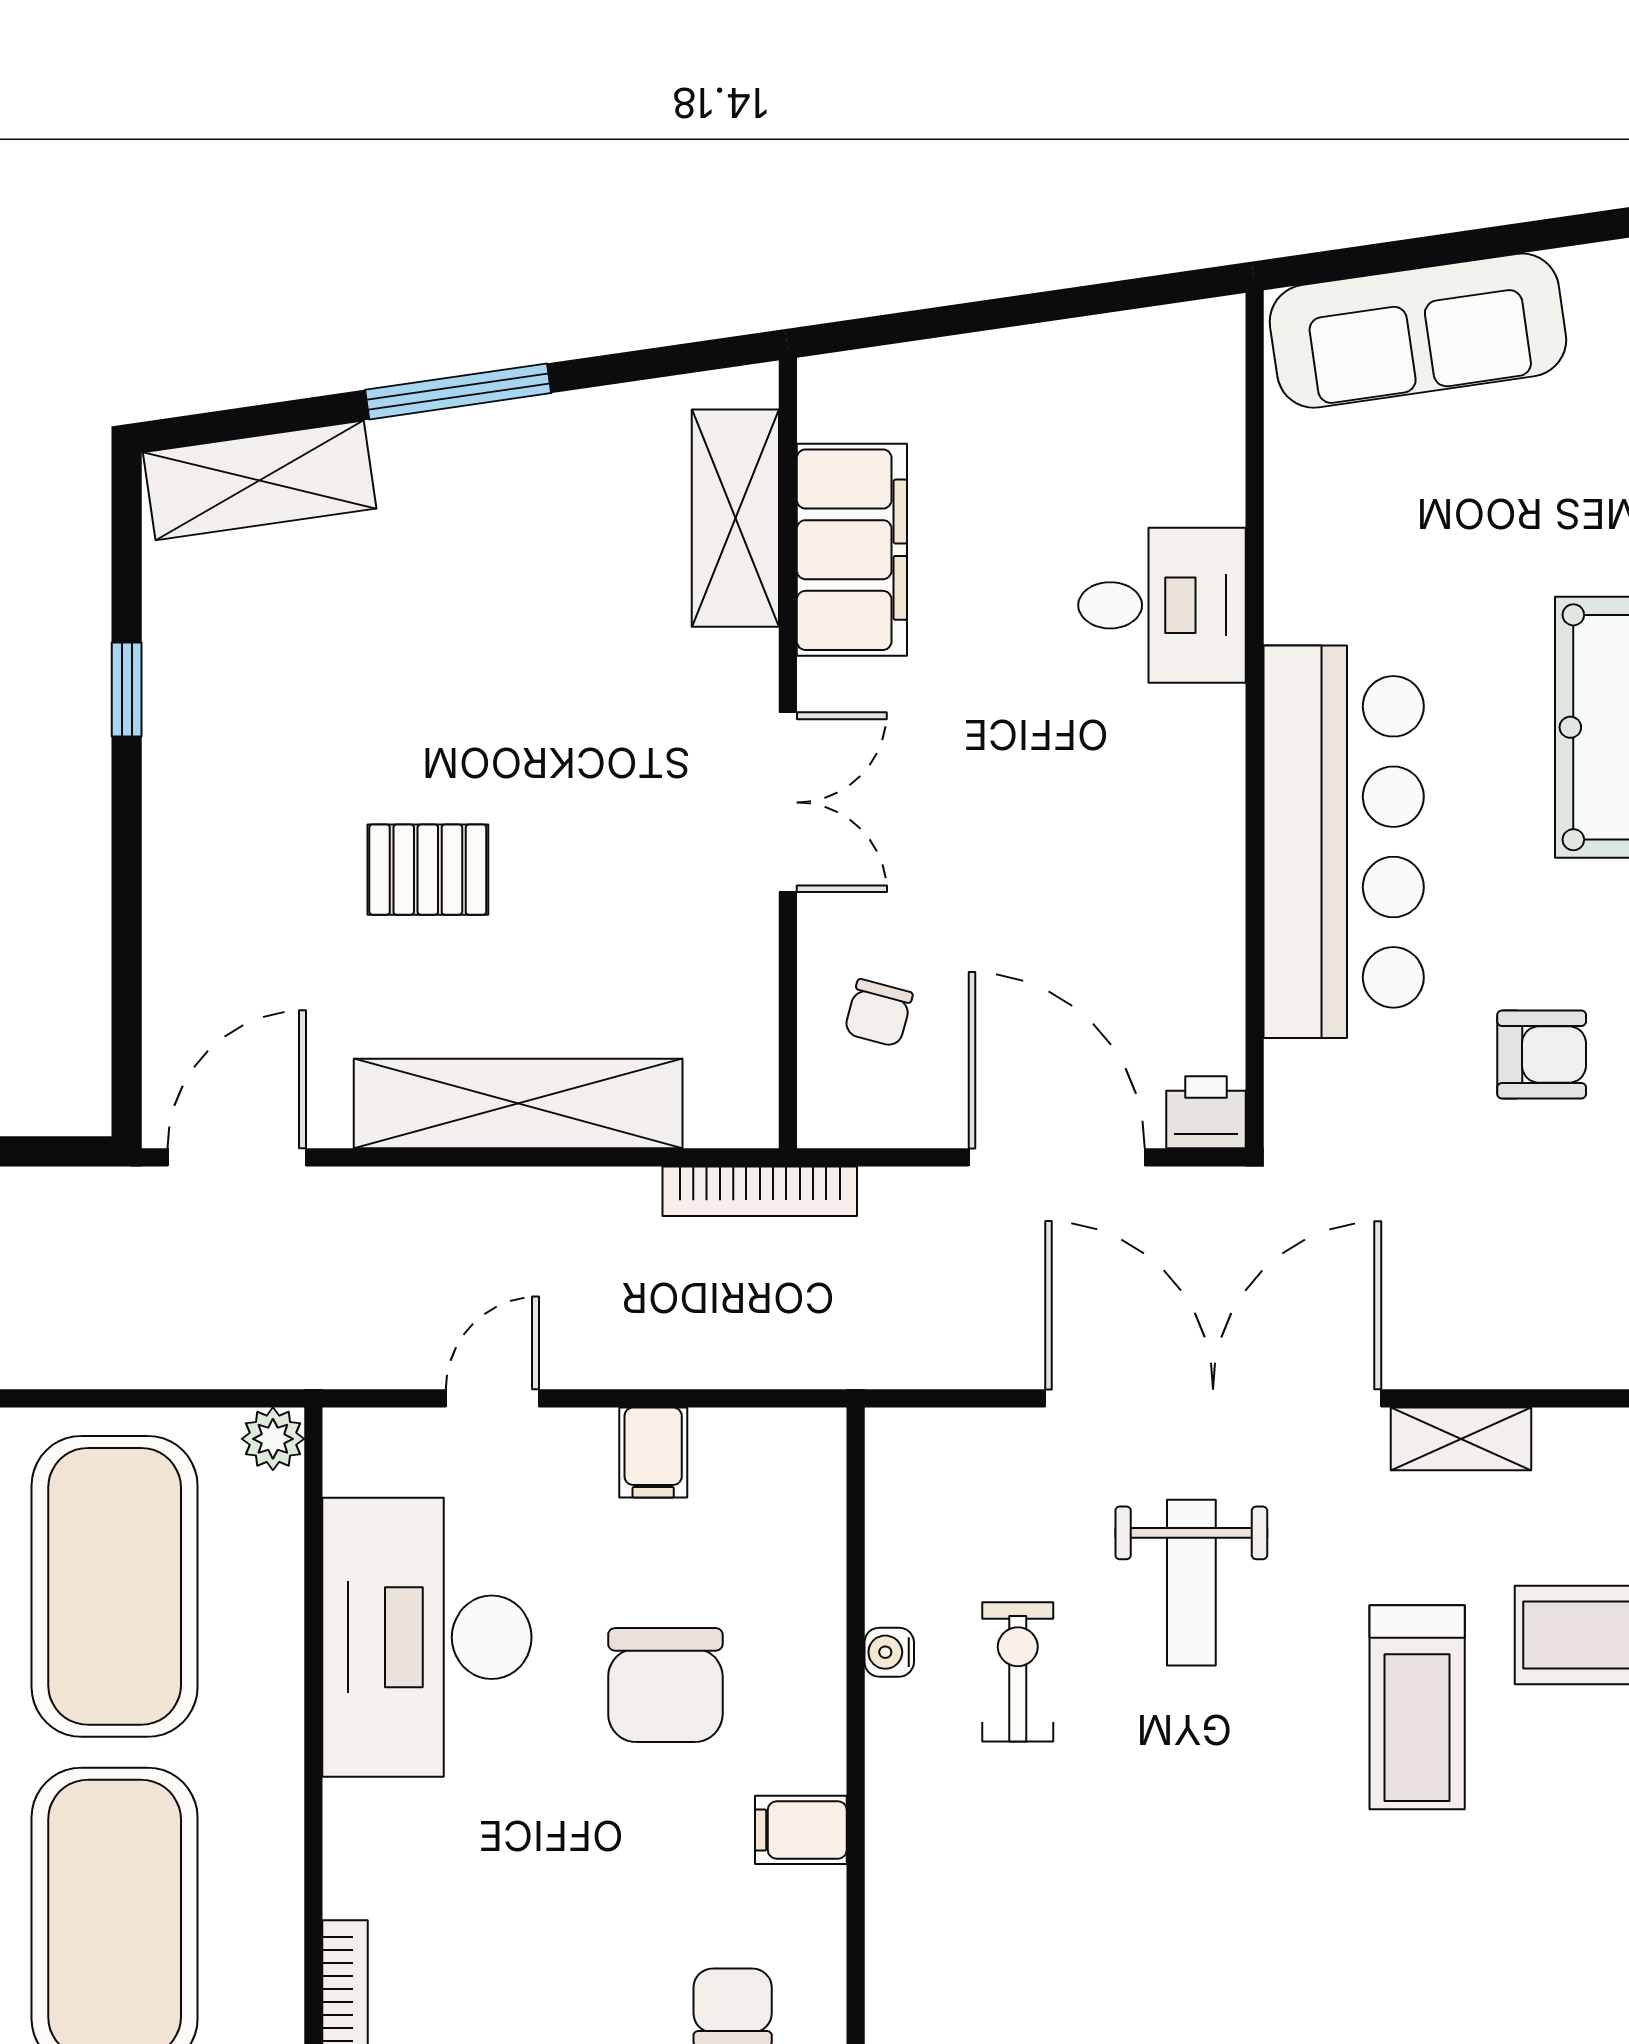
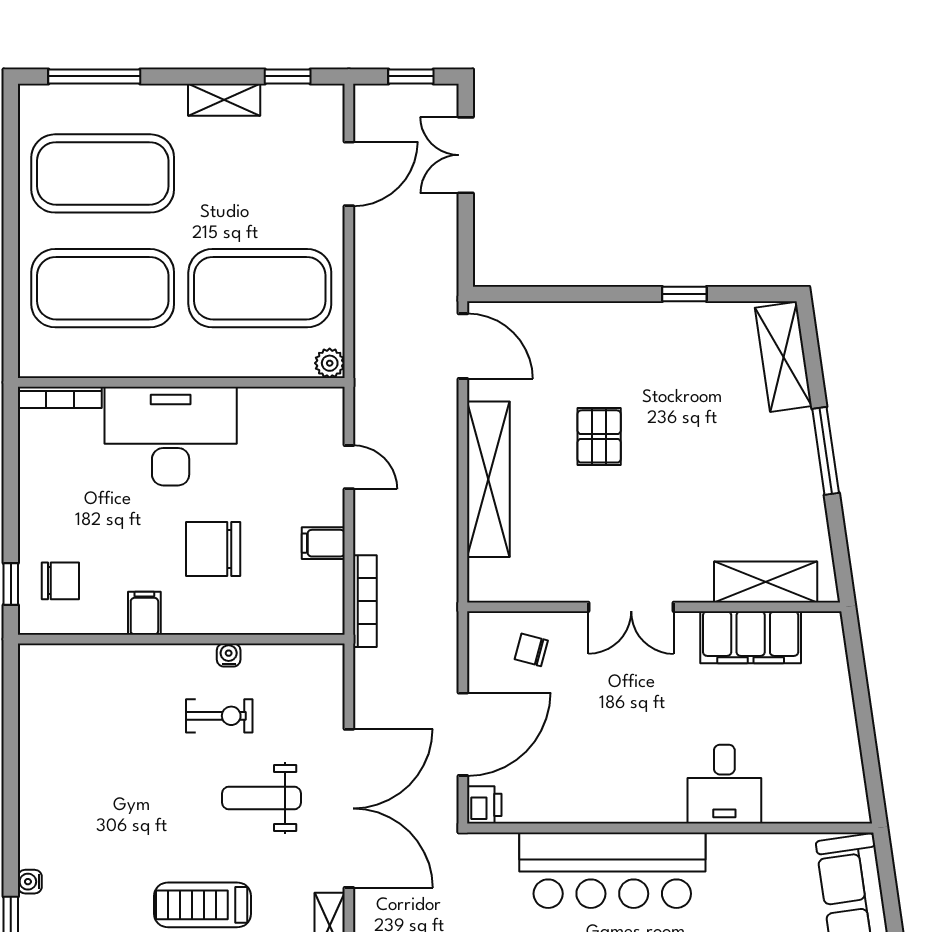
bookcase: (760, 1191) -> (365, 601), moved, turned 180
desk: (427, 1637) -> (171, 436), moved

